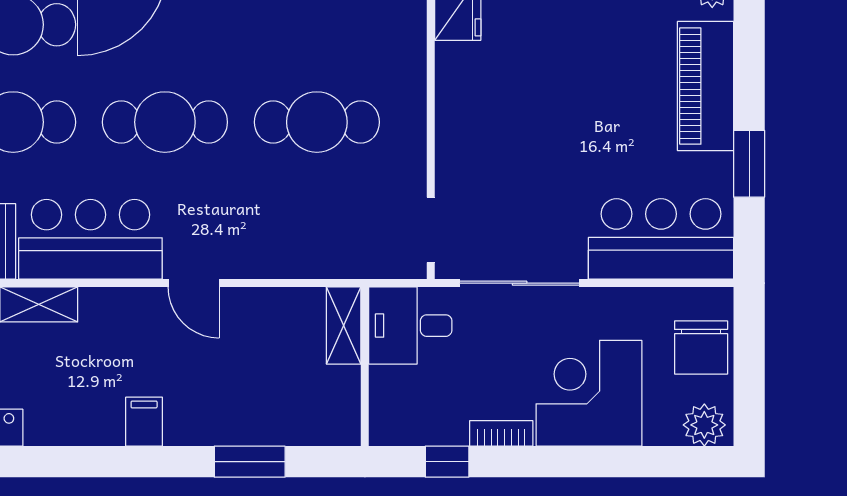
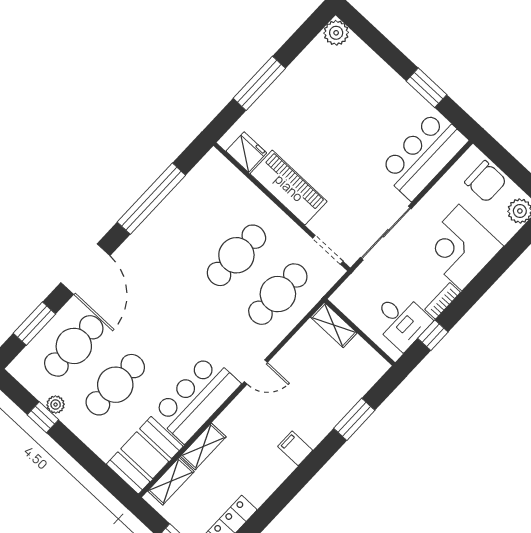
piano: (705, 86) -> (289, 188), moved, turned 180
cafe table: (165, 122) -> (278, 294), moved
desk: (410, 326) -> (401, 321), moved, turned -90

